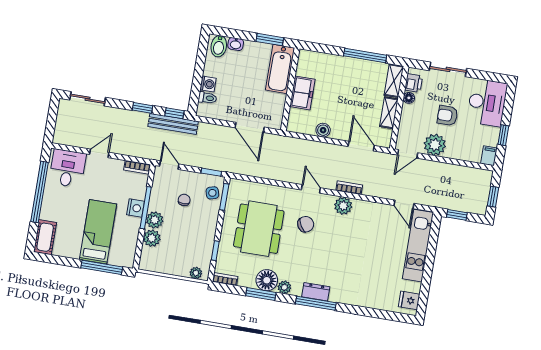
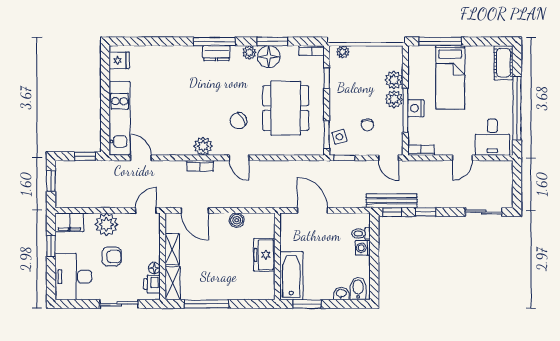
plant: (435, 145) -> (106, 224), moved
filing cabinet: (489, 156) -> (69, 222), width x2.00

